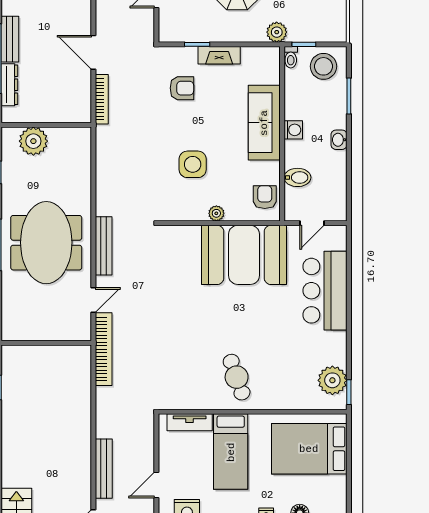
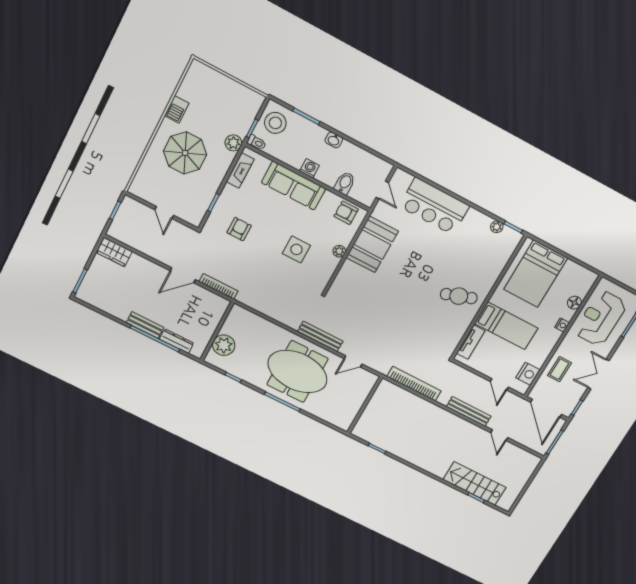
fireplace: (219, 55) -> (240, 170), moved
booth: (244, 255) -> (372, 245), width x0.73, depth x0.70
door: (93, 300) -> (353, 361), swing flipped
bookcase: (104, 349) -> (414, 384), moved
plant: (332, 380) -> (497, 227), width x0.53, depth x0.53

